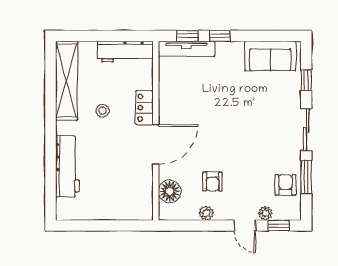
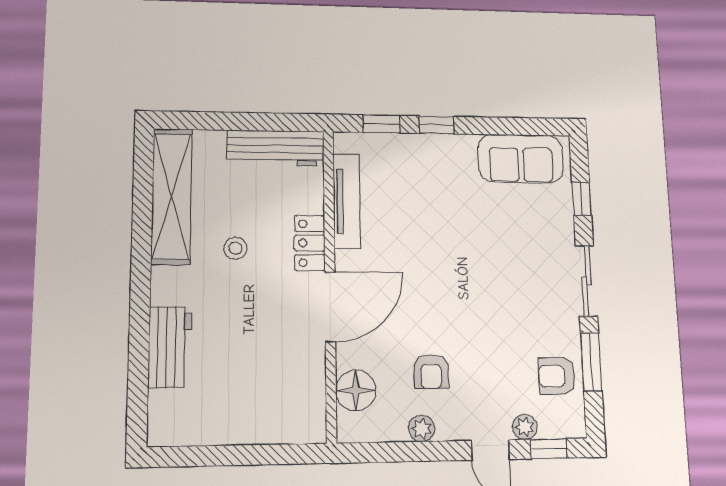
tv unit: (186, 49) -> (347, 201), moved, turned -90
workbench: (67, 166) -> (170, 347), width x0.73
armchair: (285, 185) -> (557, 376), turned -90

